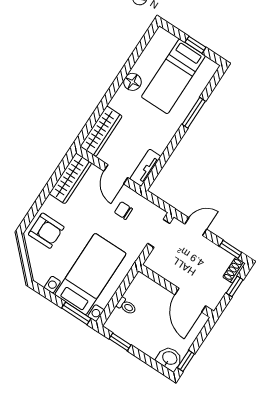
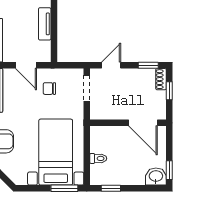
tv unit: (145, 168) -> (45, 24), moved

